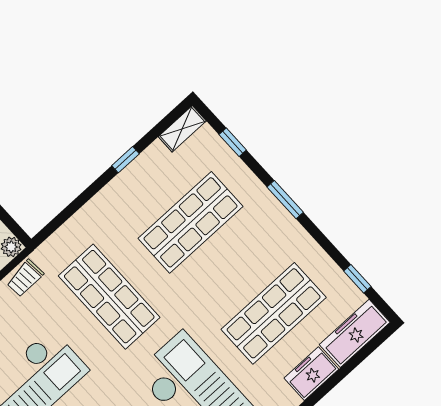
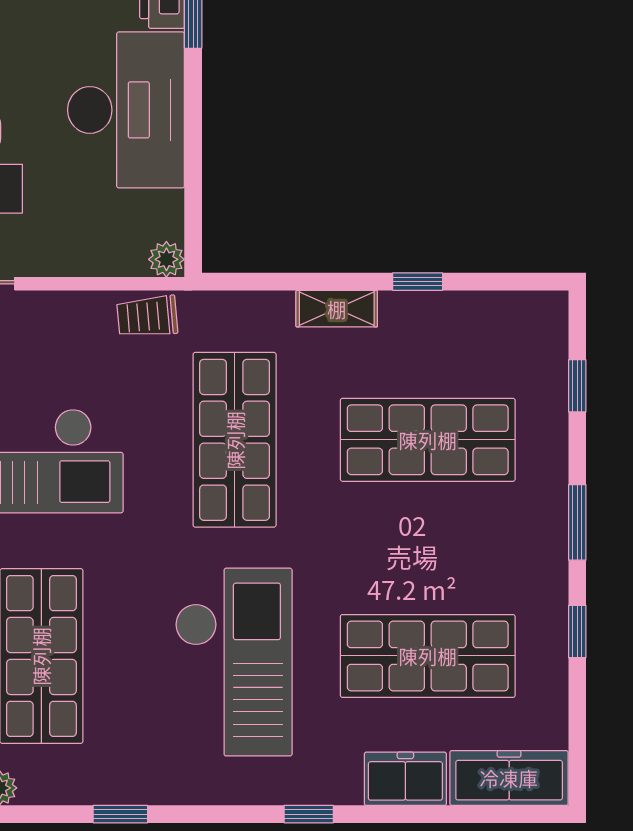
shelving: (182, 129) -> (337, 309), moved
window: (357, 279) -> (577, 632), moved

